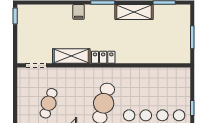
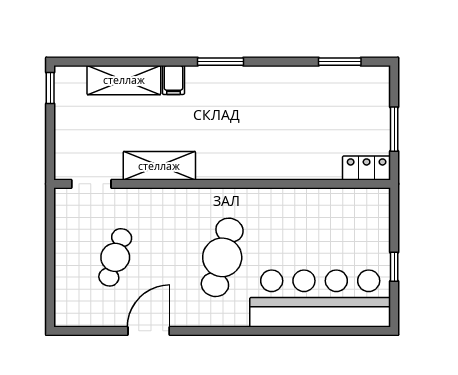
shelving: (134, 12) -> (124, 80), moved
locker: (103, 57) -> (367, 168), moved

